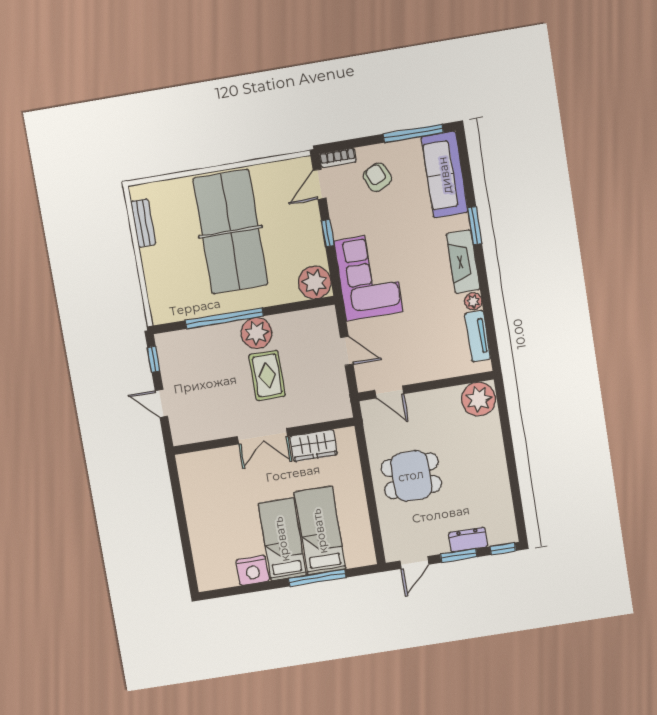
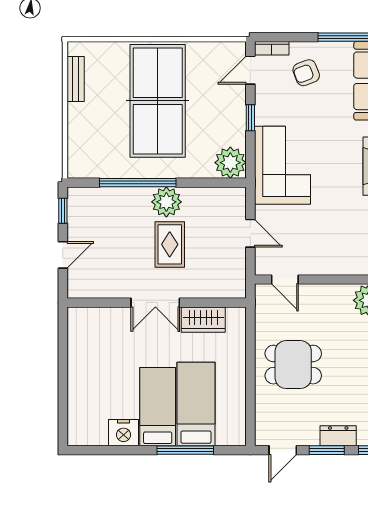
armchair: (377, 177) -> (306, 73), turned -87
door: (161, 403) -> (63, 255), swing flipped

